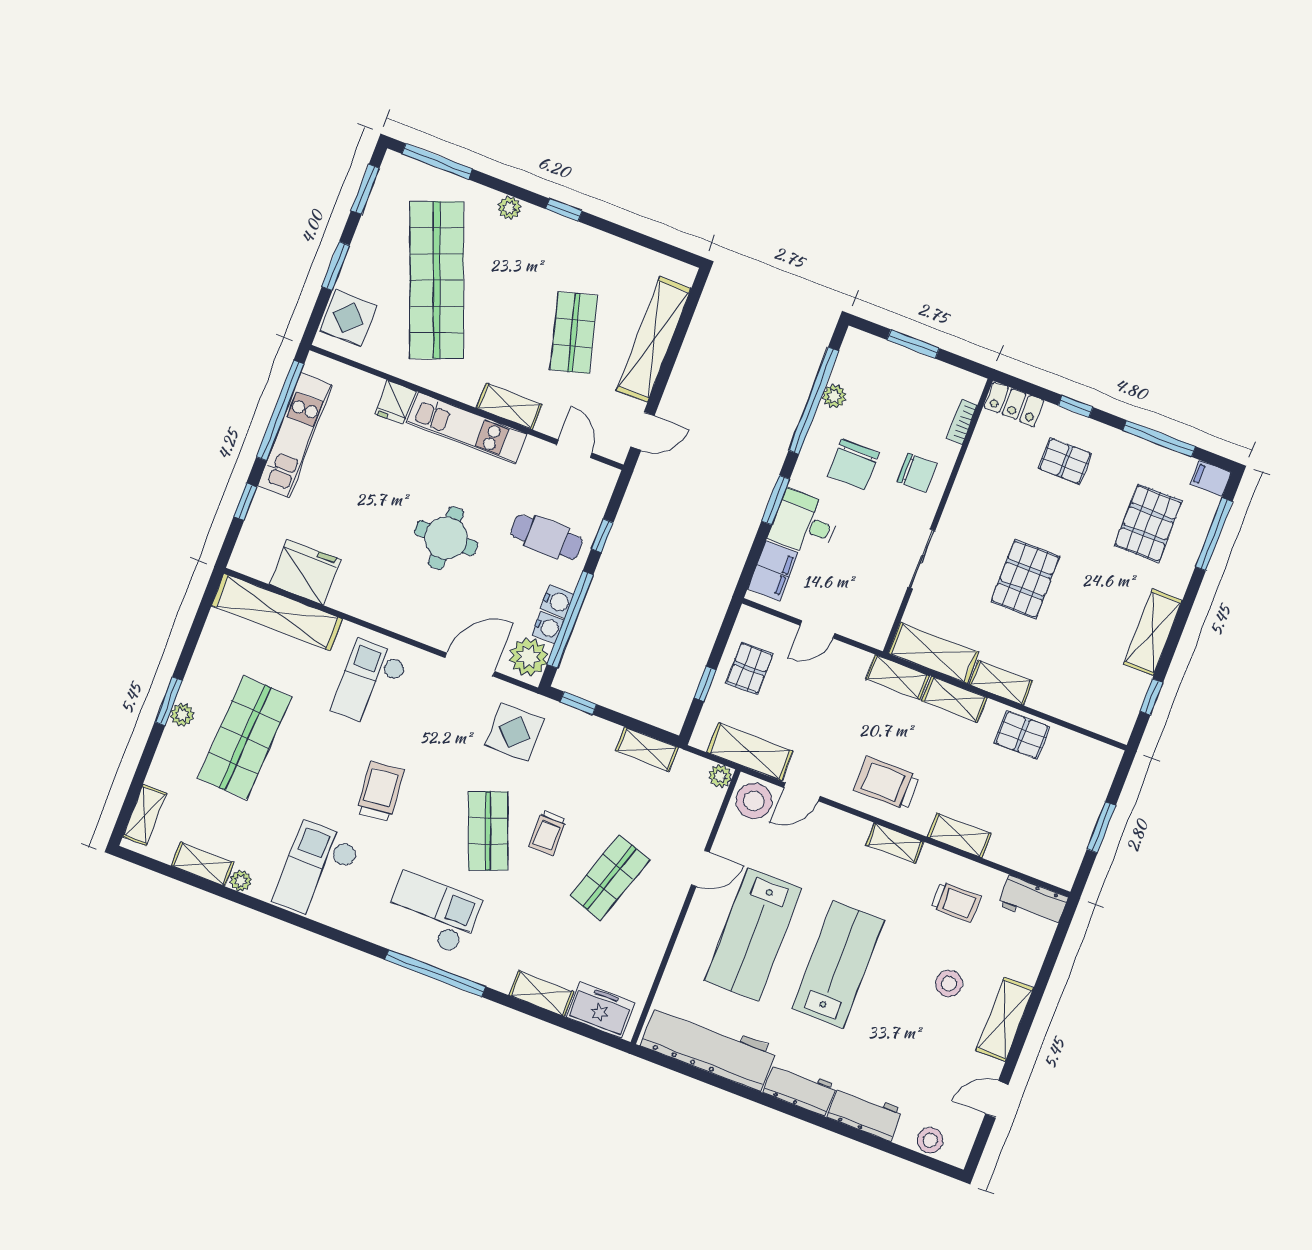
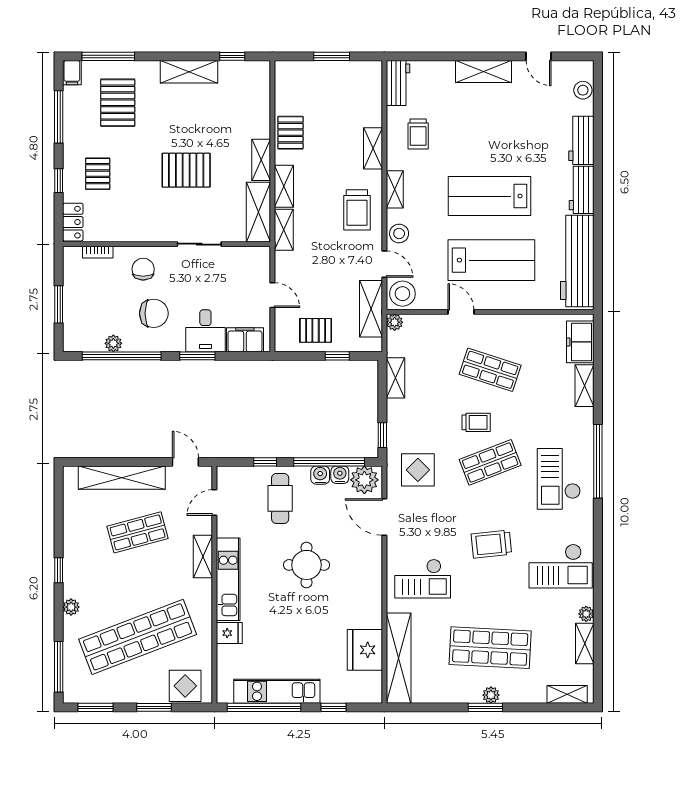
pallet: (1148, 523) -> (118, 103), turned 90
trolley: (956, 902) -> (418, 134), turned 180
stool: (949, 984) -> (399, 234), moved

